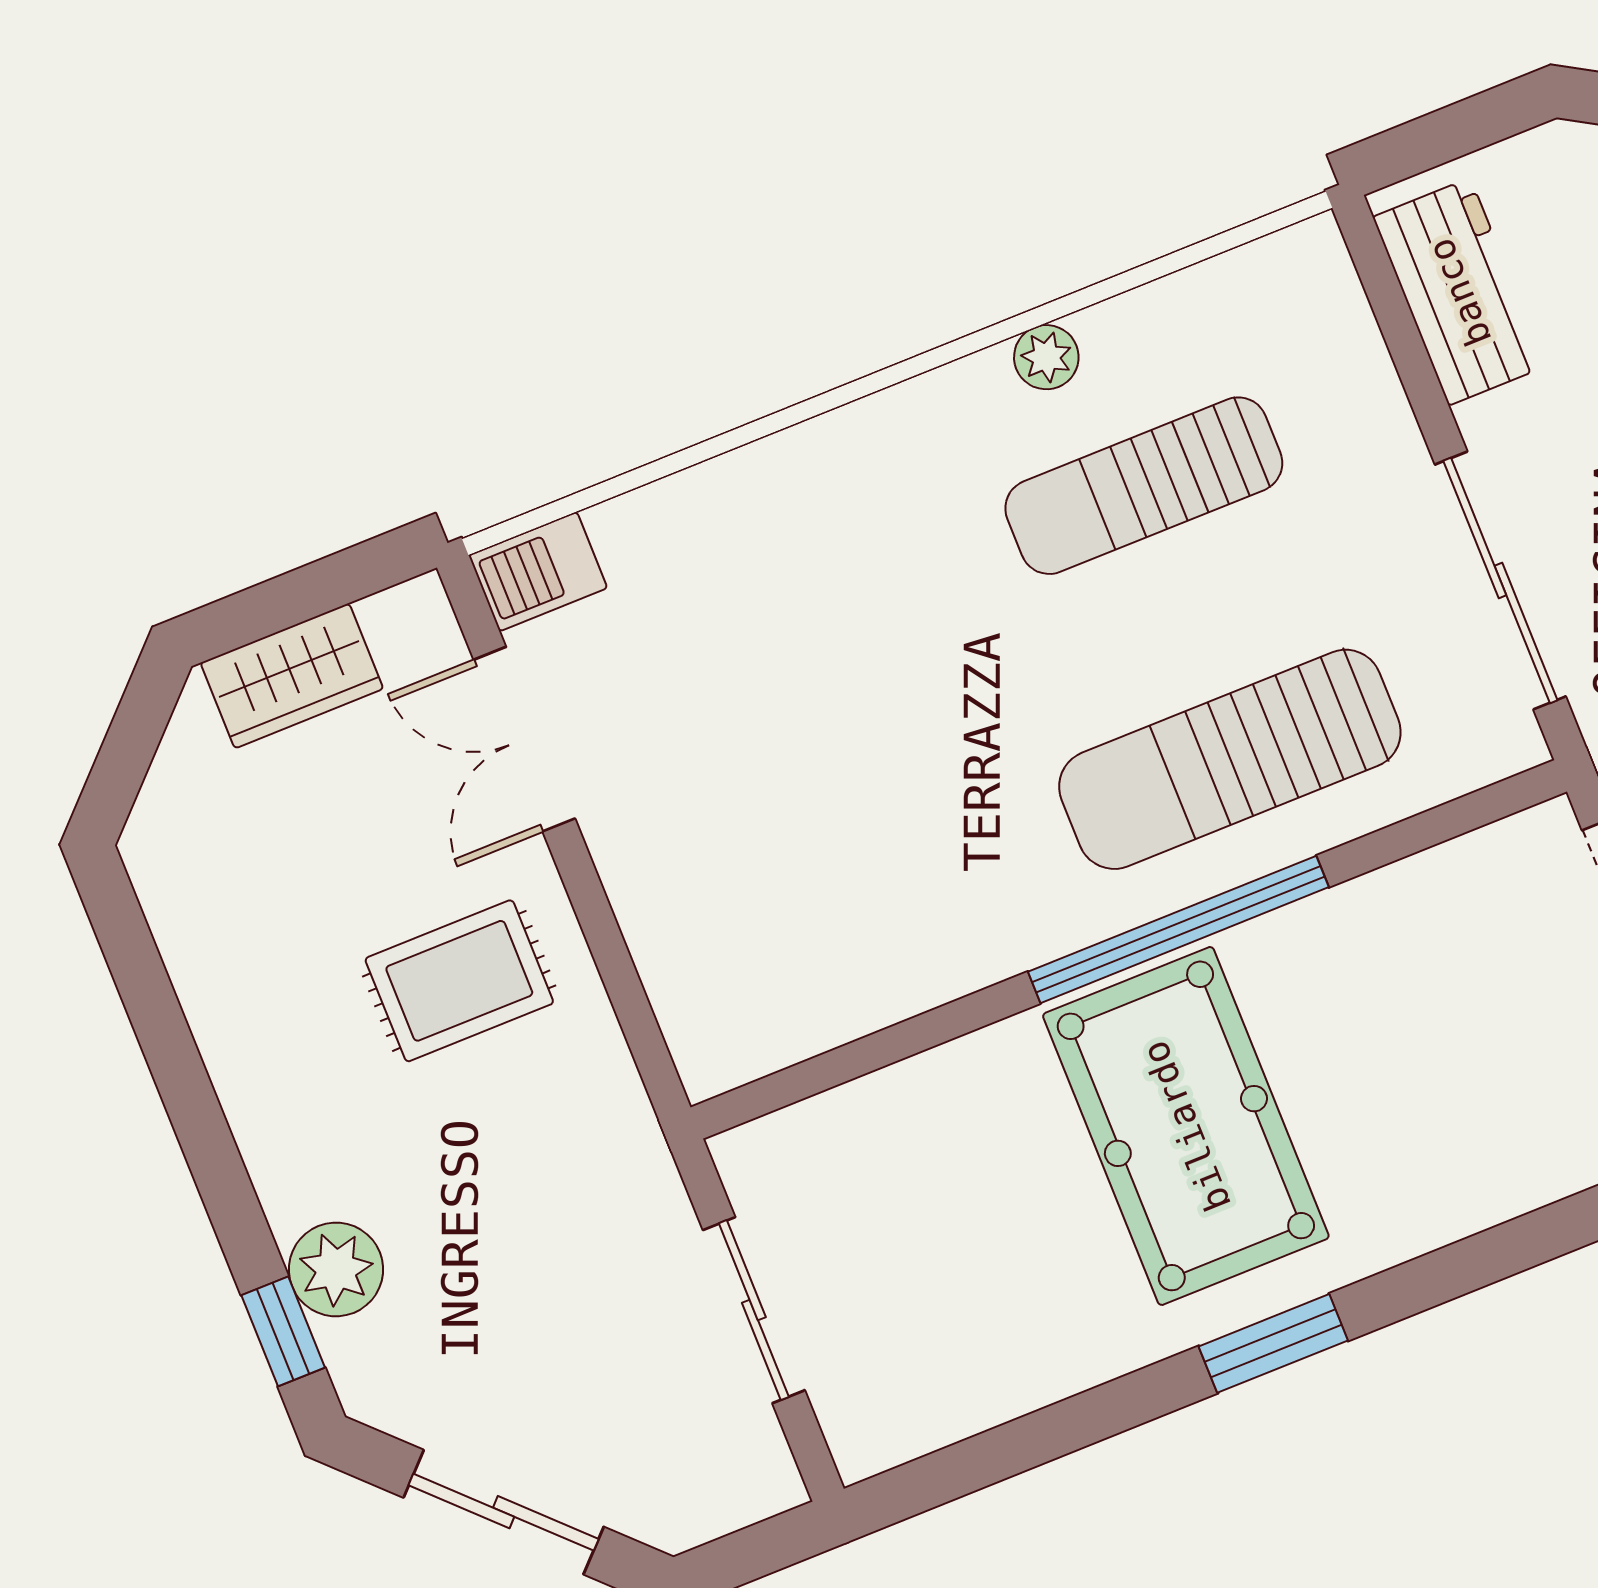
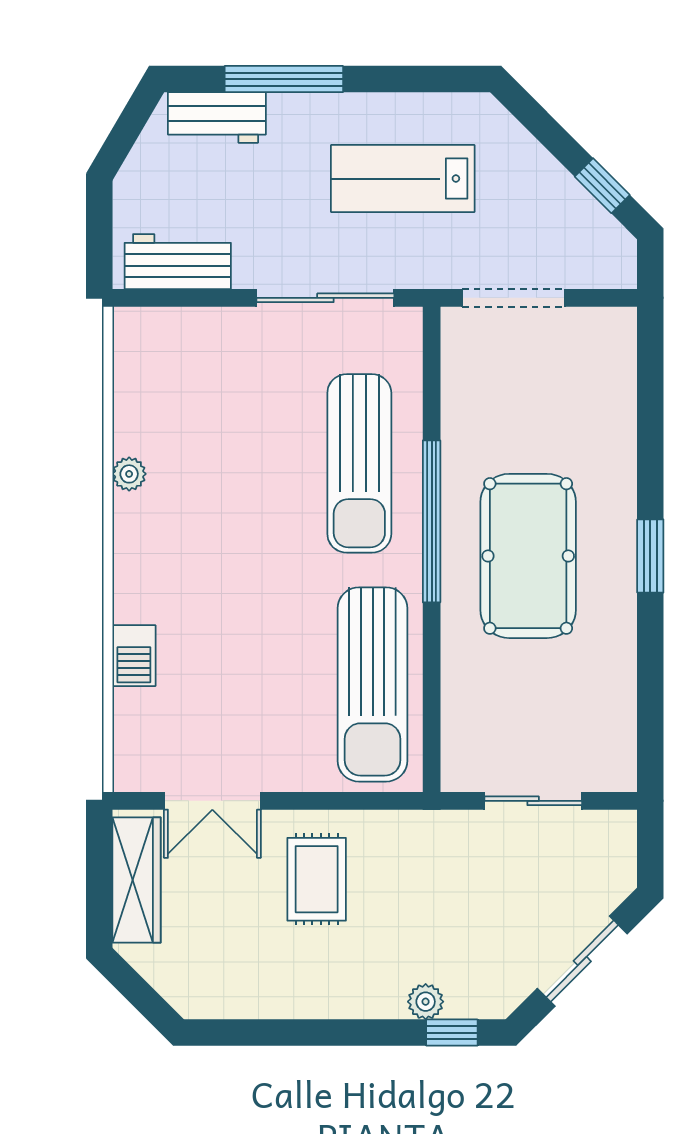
sun lounger: (1144, 486) -> (373, 684), moved, width x1.36, depth x1.34
barbecue: (538, 572) -> (134, 656), moved
wardrobe: (292, 676) -> (137, 880), width x1.50
pool table: (1186, 1126) -> (528, 556), turned 90
plant: (336, 1269) -> (426, 1002), width x0.73, depth x0.73

